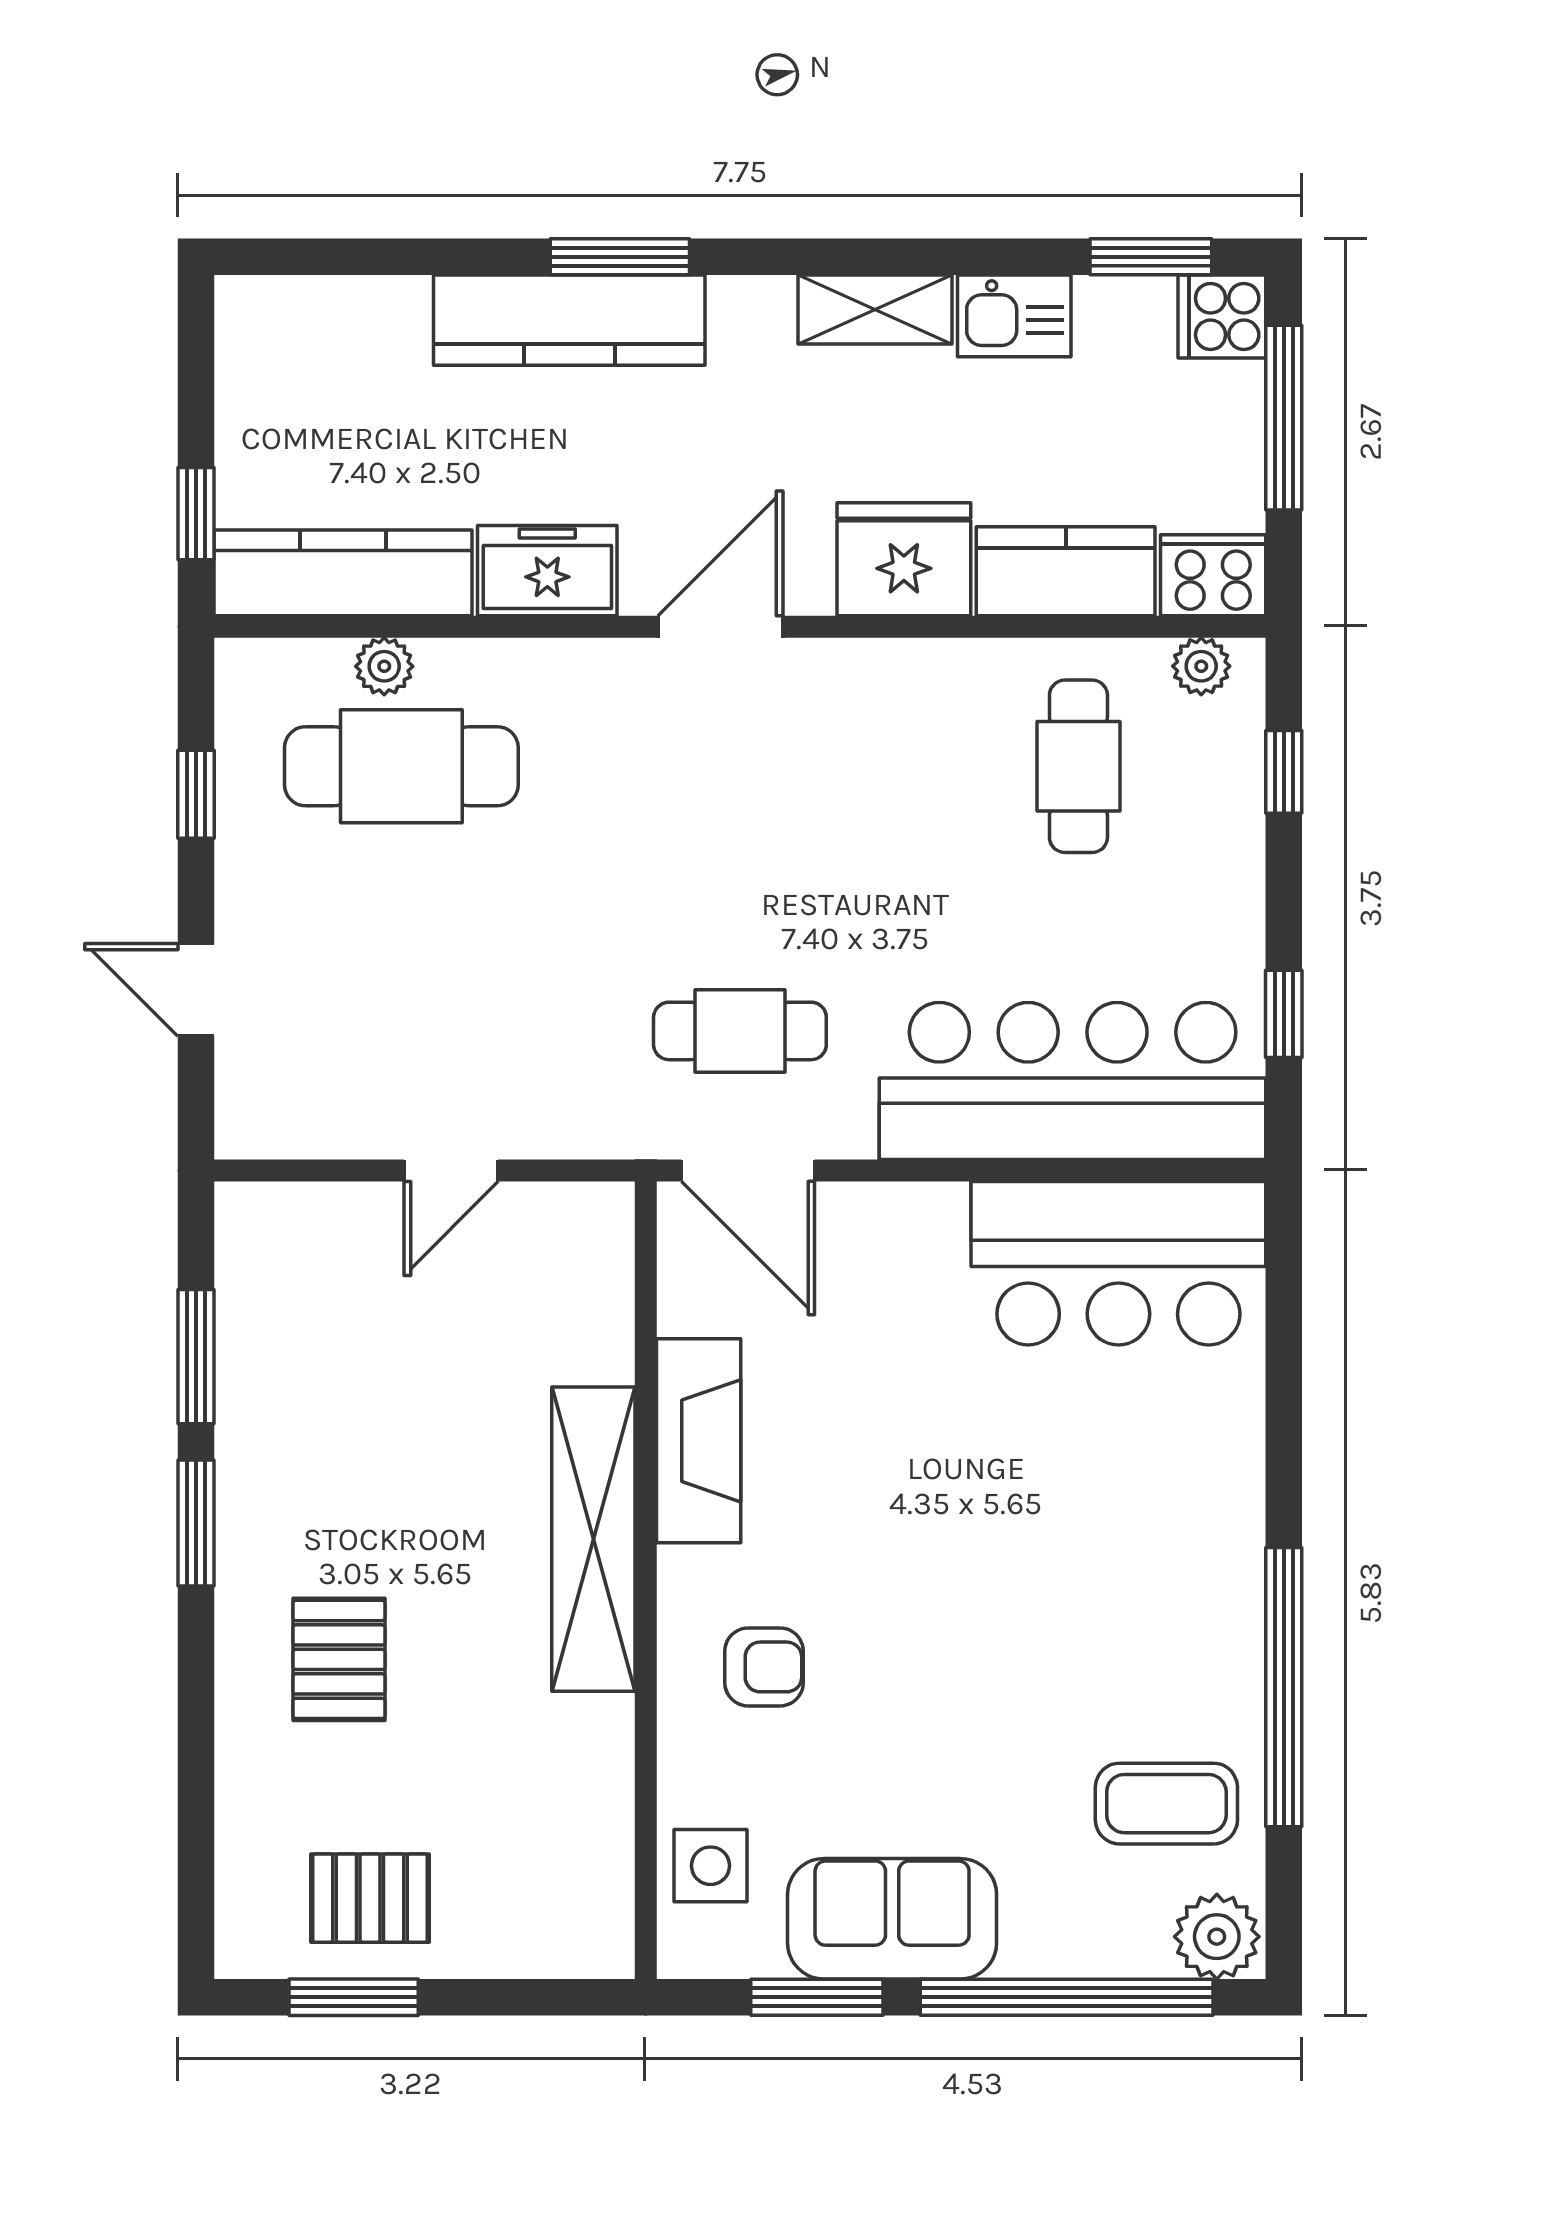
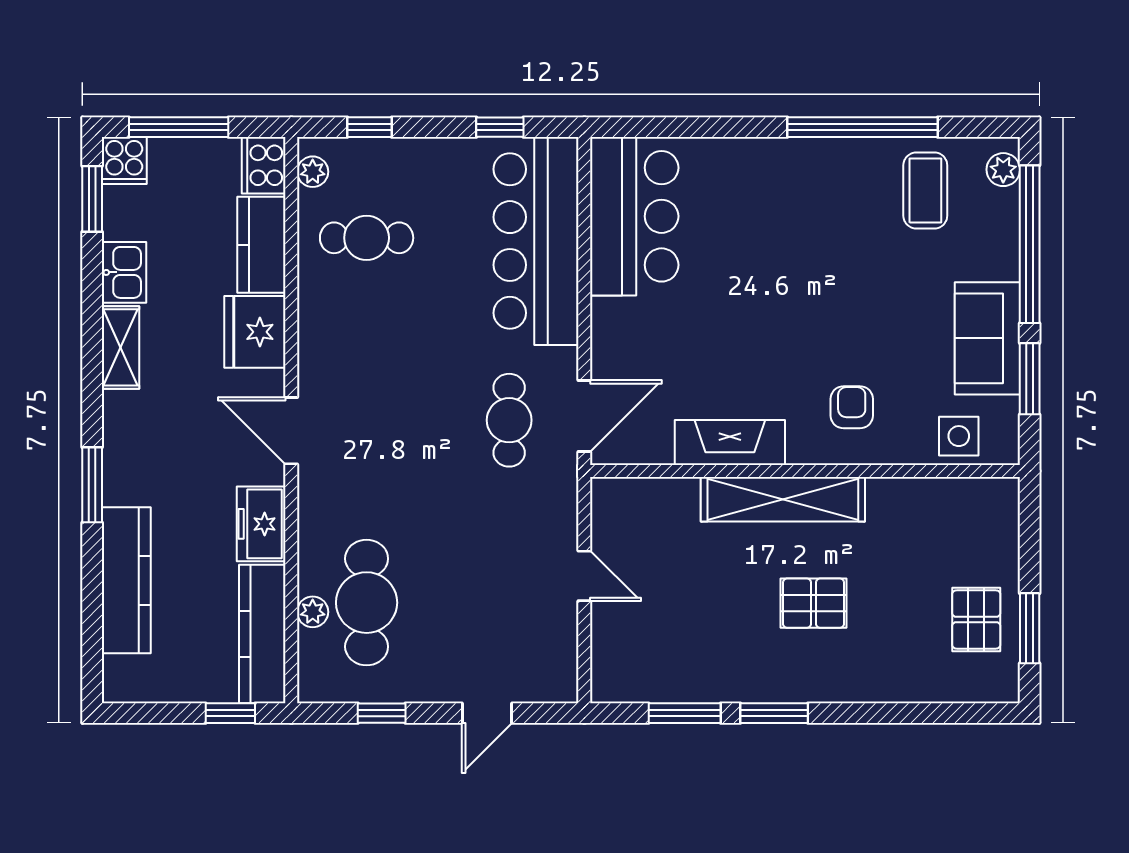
kitchen counter: (569, 320) -> (126, 580), moved
pallet: (339, 1659) -> (814, 603), moved
plant: (1217, 1937) -> (1003, 170), width x0.73, depth x0.73

